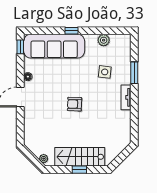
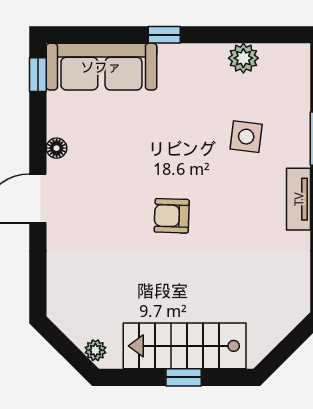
sofa: (54, 46) -> (101, 67), width x0.74, depth x0.79

